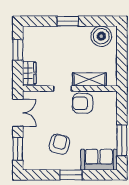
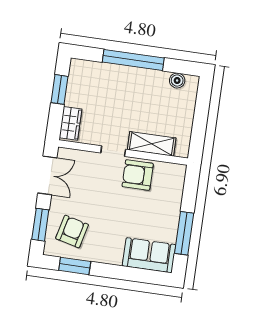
window: (68, 21) -> (133, 60), width x2.11
boiler: (101, 36) -> (177, 81), width x0.54, depth x0.54
armchair: (59, 144) -> (72, 232), moved
window: (71, 175) -> (75, 266), moved

